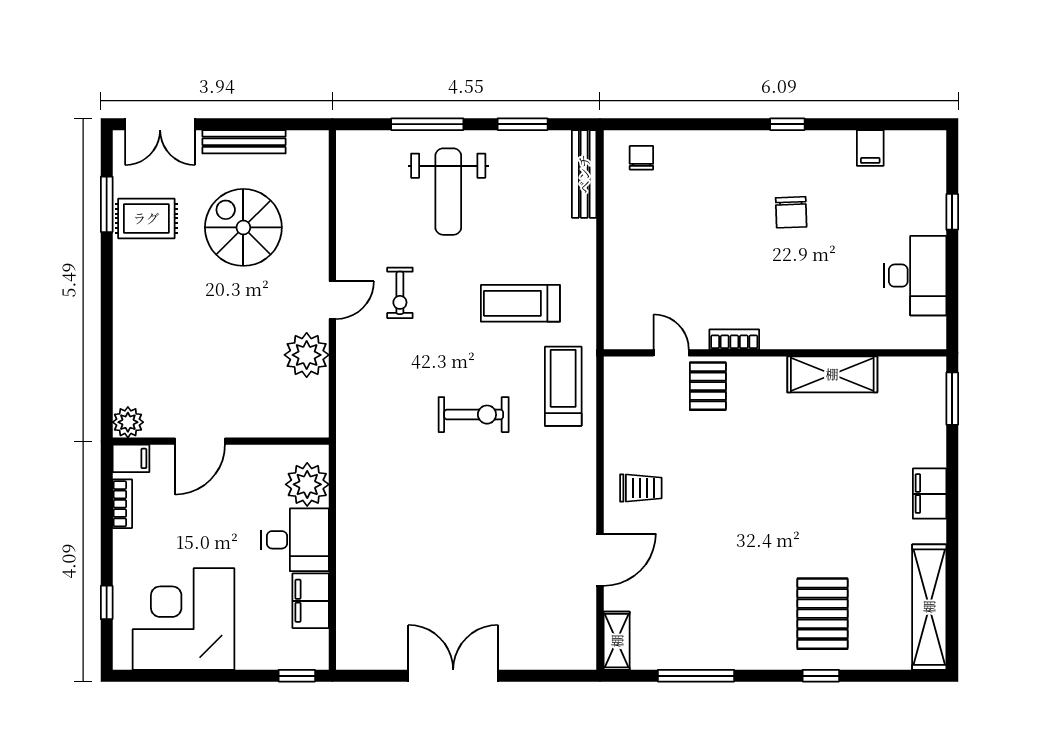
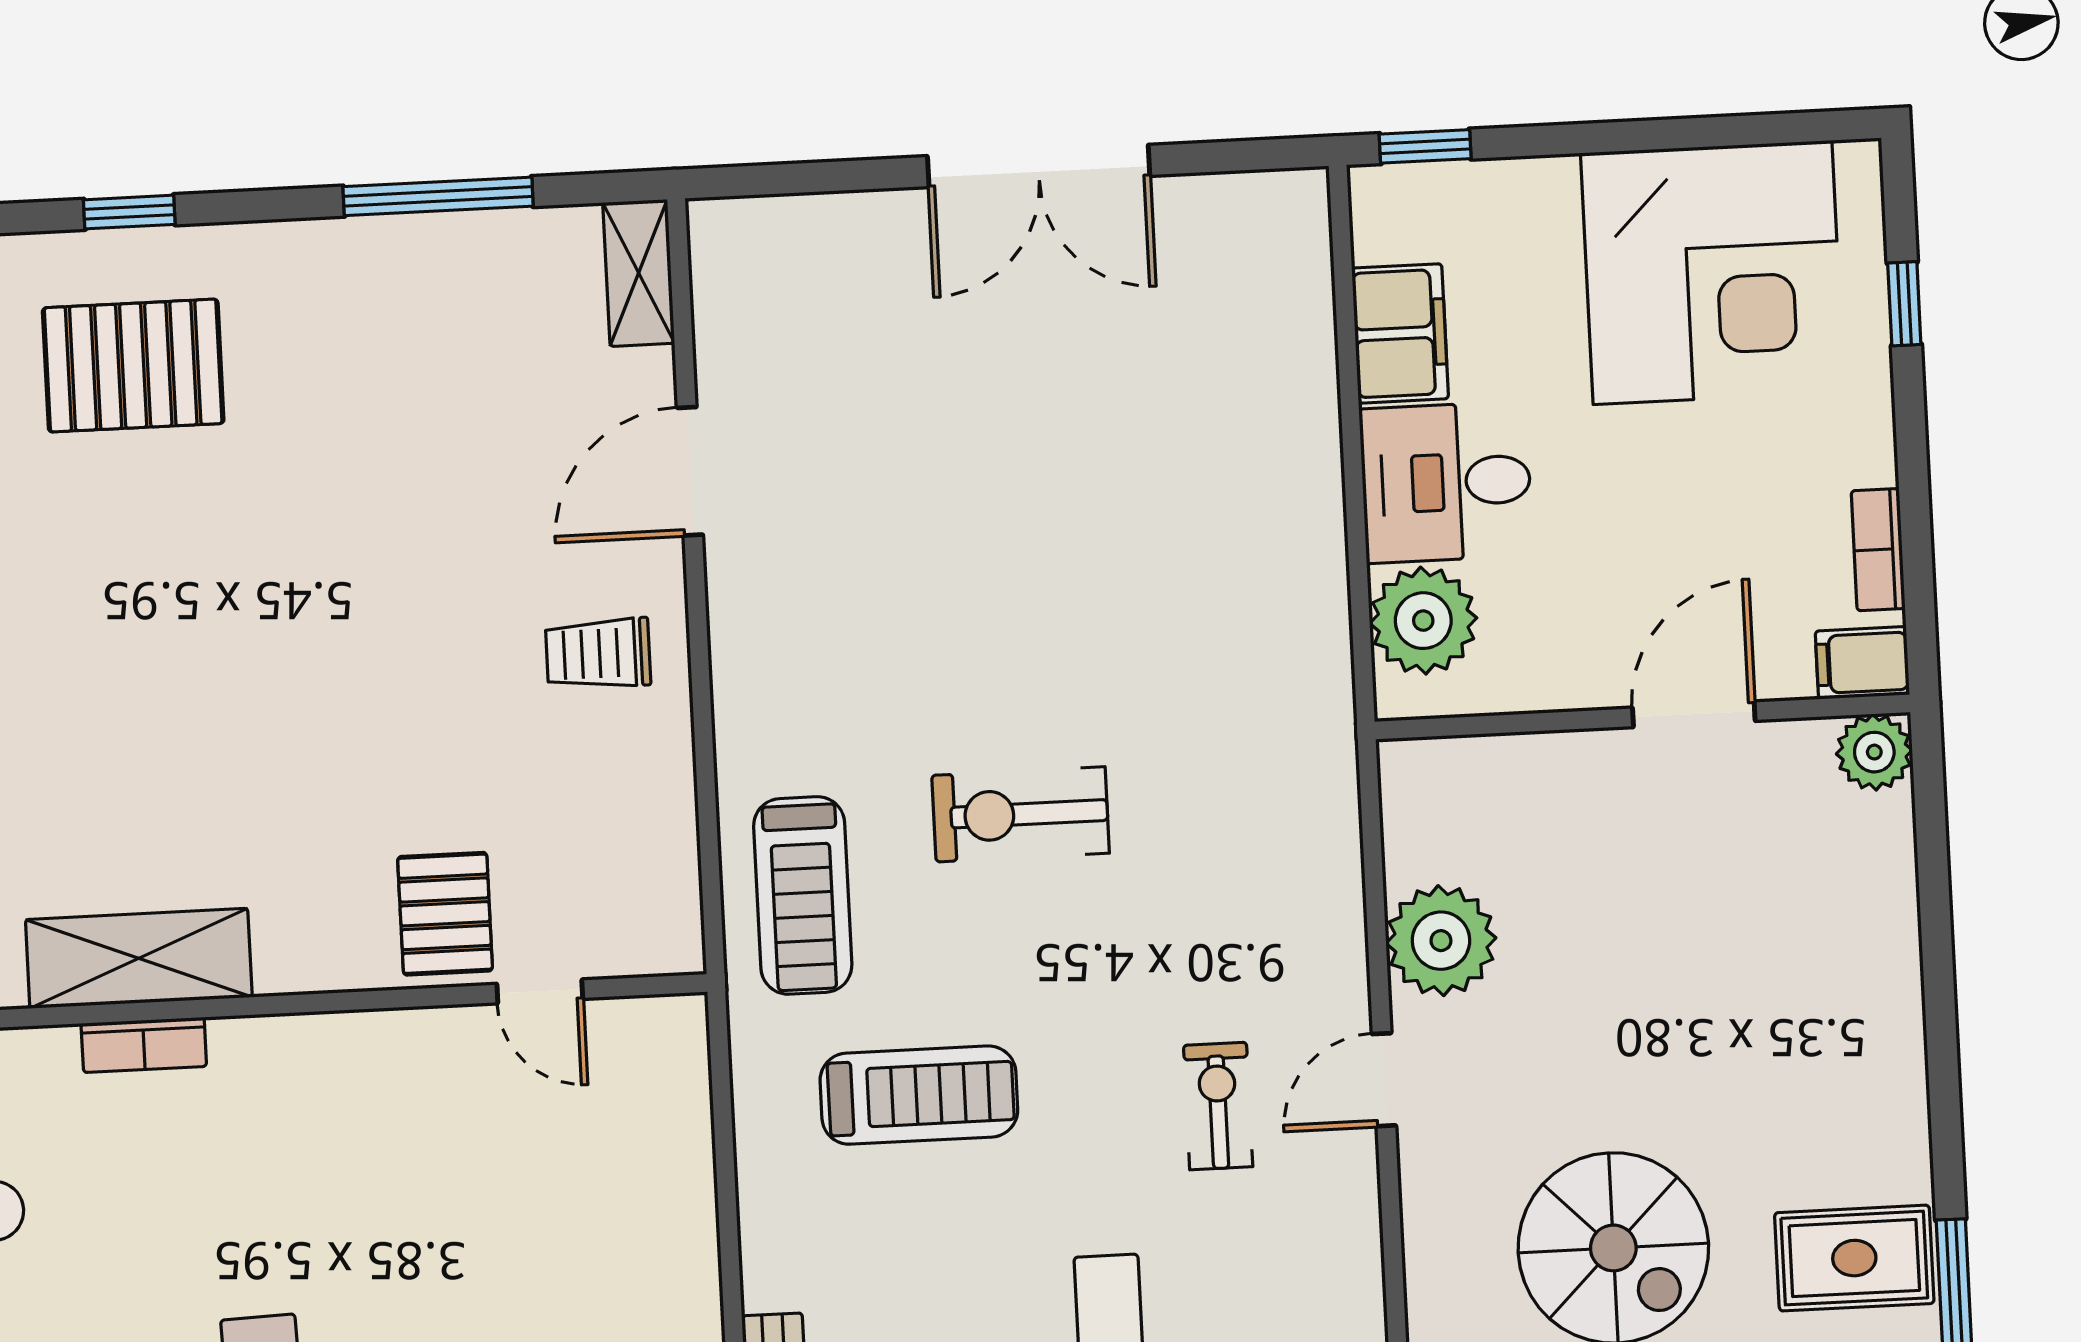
bookcase: (734, 339) -> (144, 1045), moved
pallet: (822, 614) -> (133, 366), turned 90

